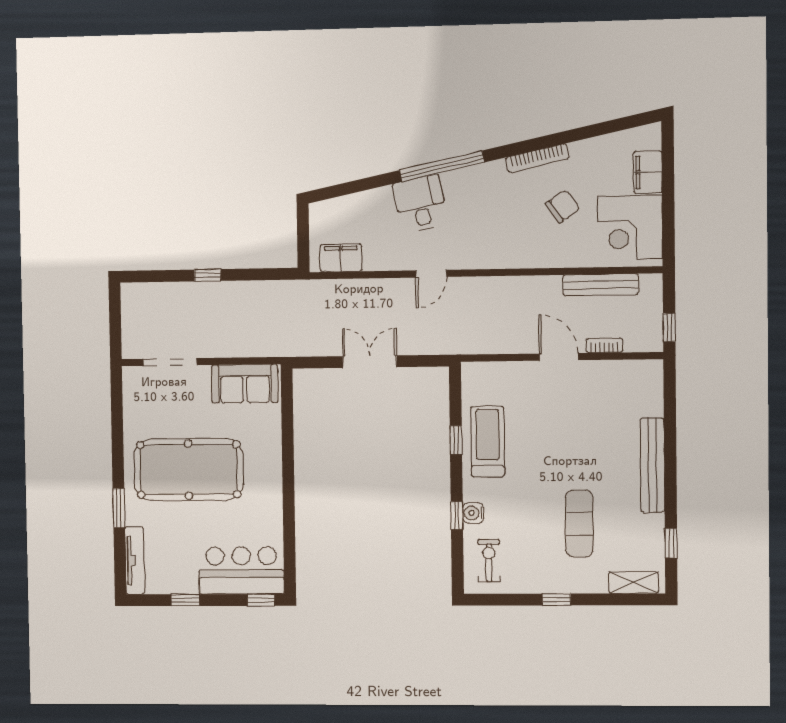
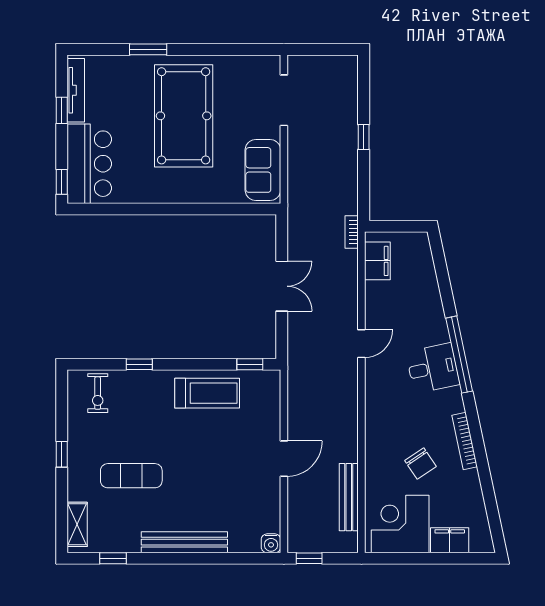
desk: (420, 204) -> (433, 368), moved
door: (431, 274) -> (361, 344), swing flipped
bookcase: (604, 345) -> (352, 232), moved, turned 180
window: (456, 440) -> (250, 364), moved
water cooler: (473, 513) -> (271, 543), moved, turned 180
tv unit: (135, 560) -> (76, 90), moved, turned -90
exercise bike: (489, 561) -> (98, 393), turned 90

